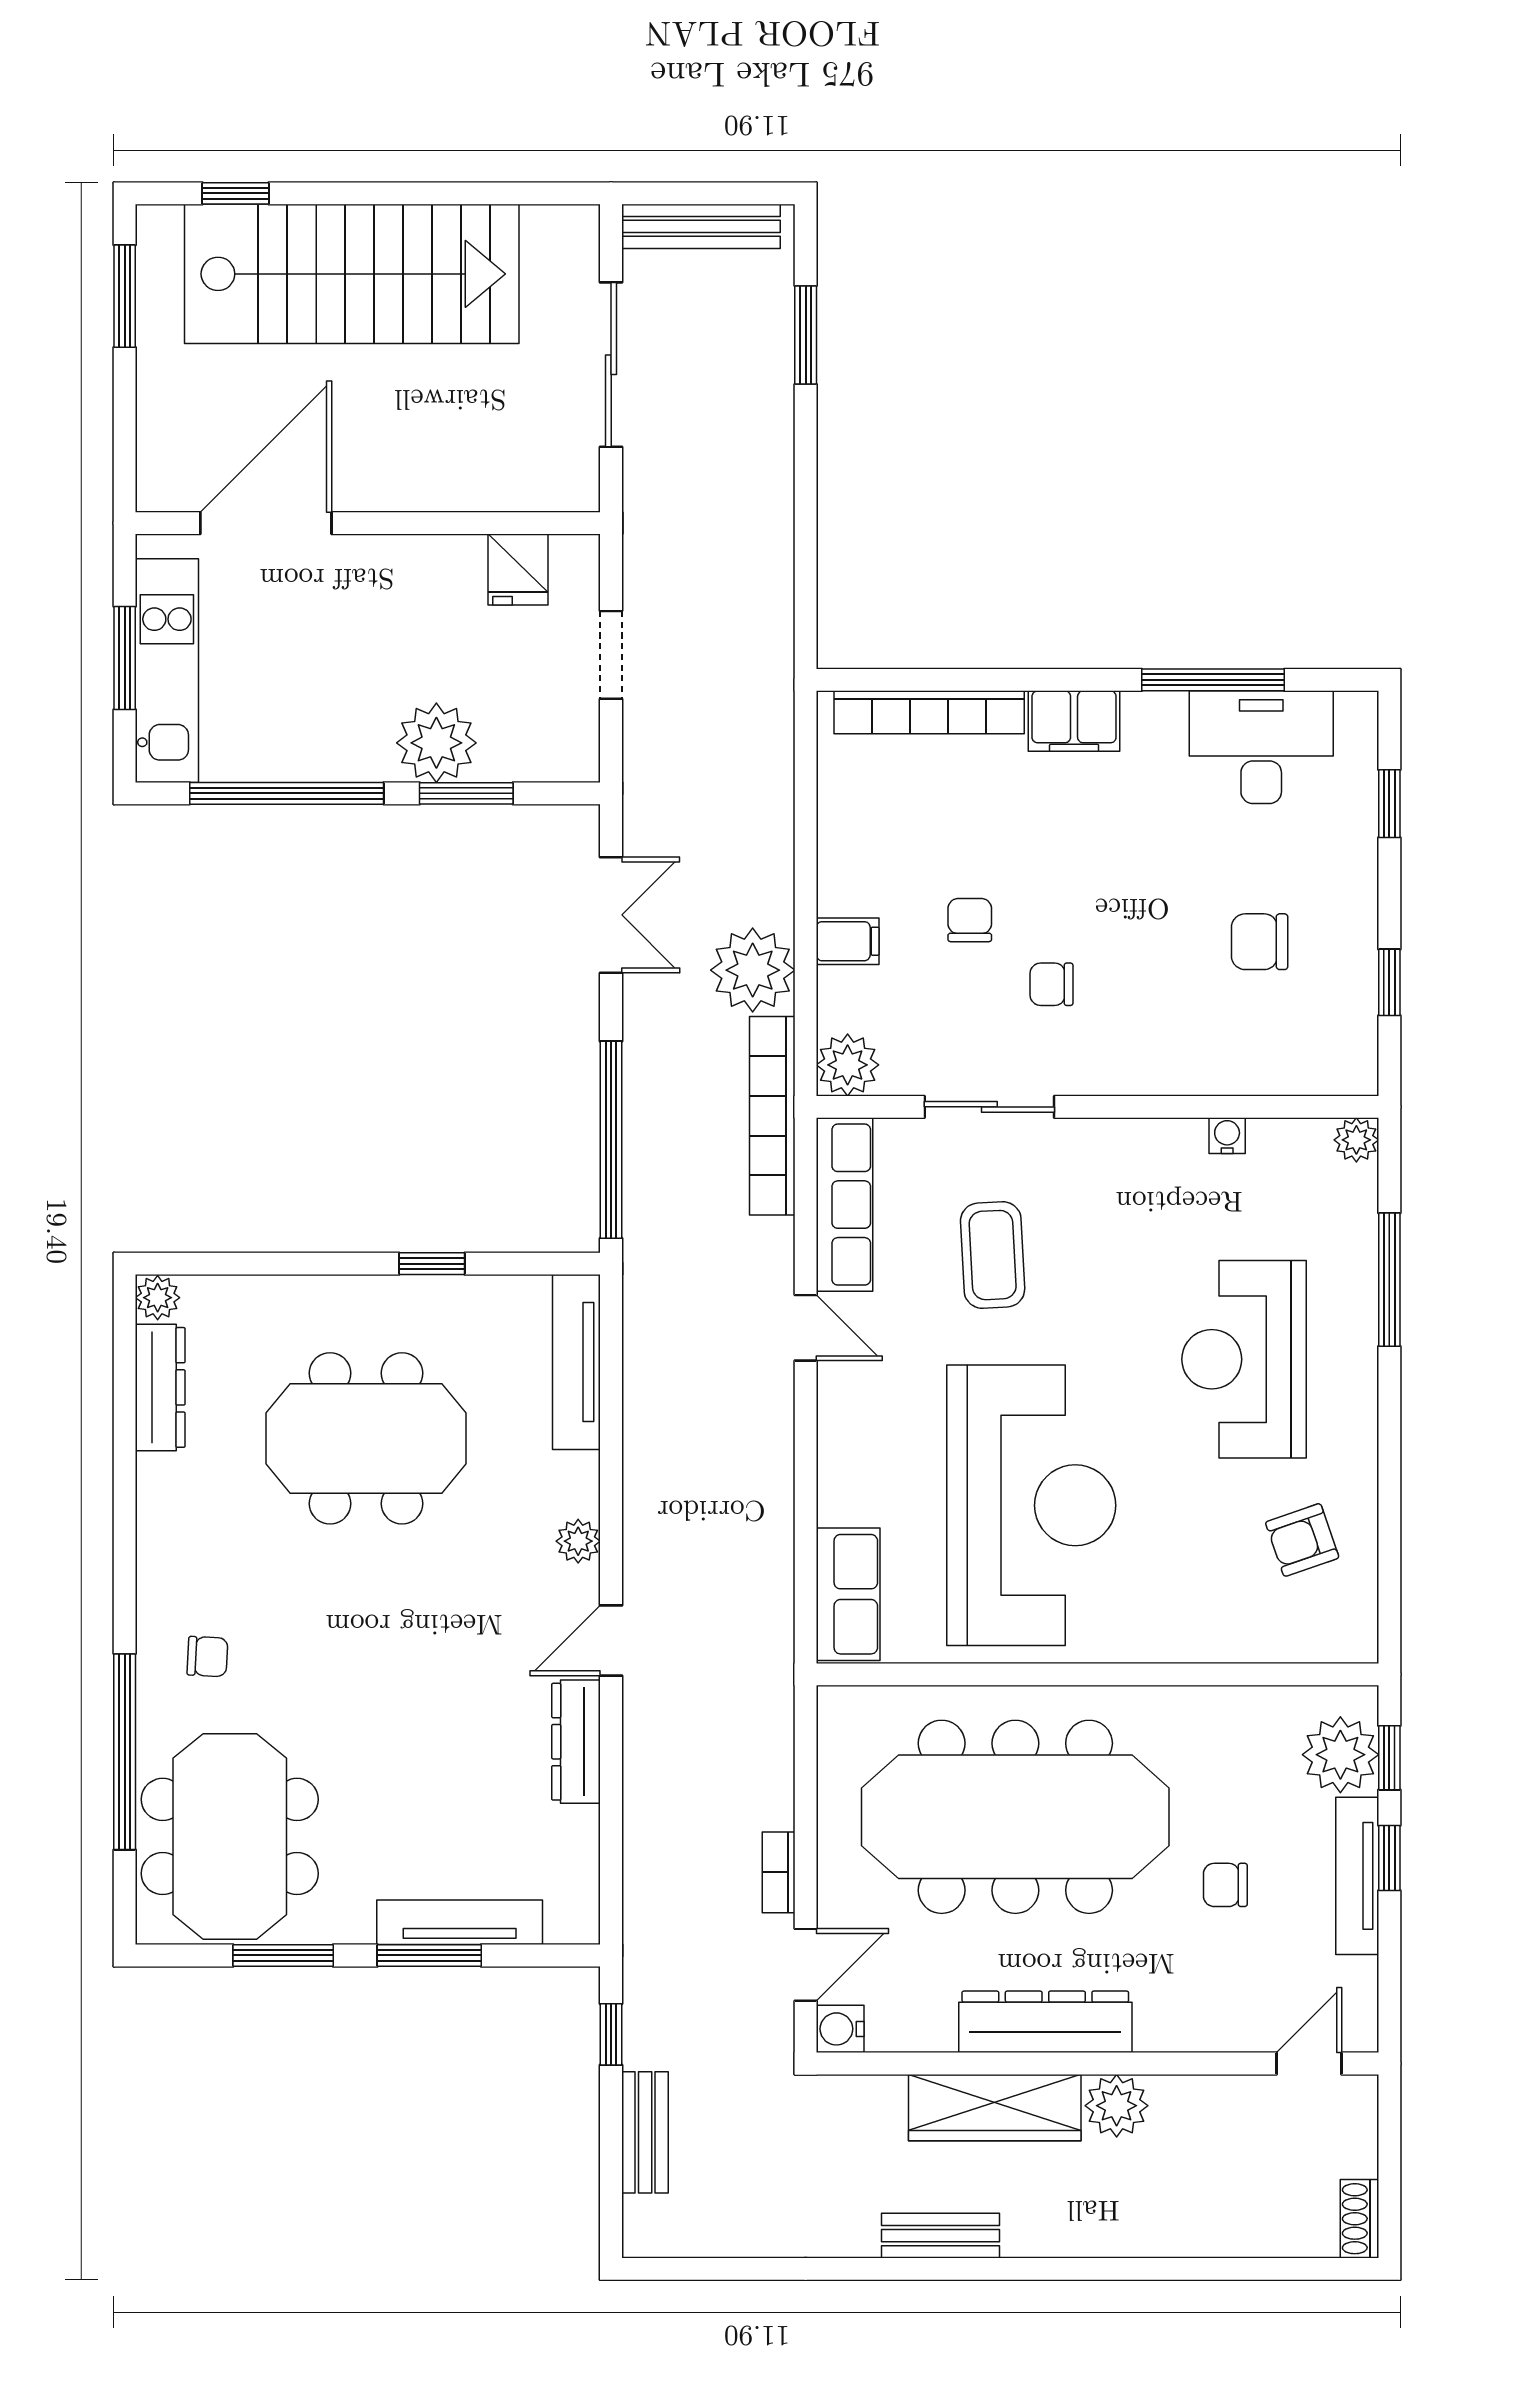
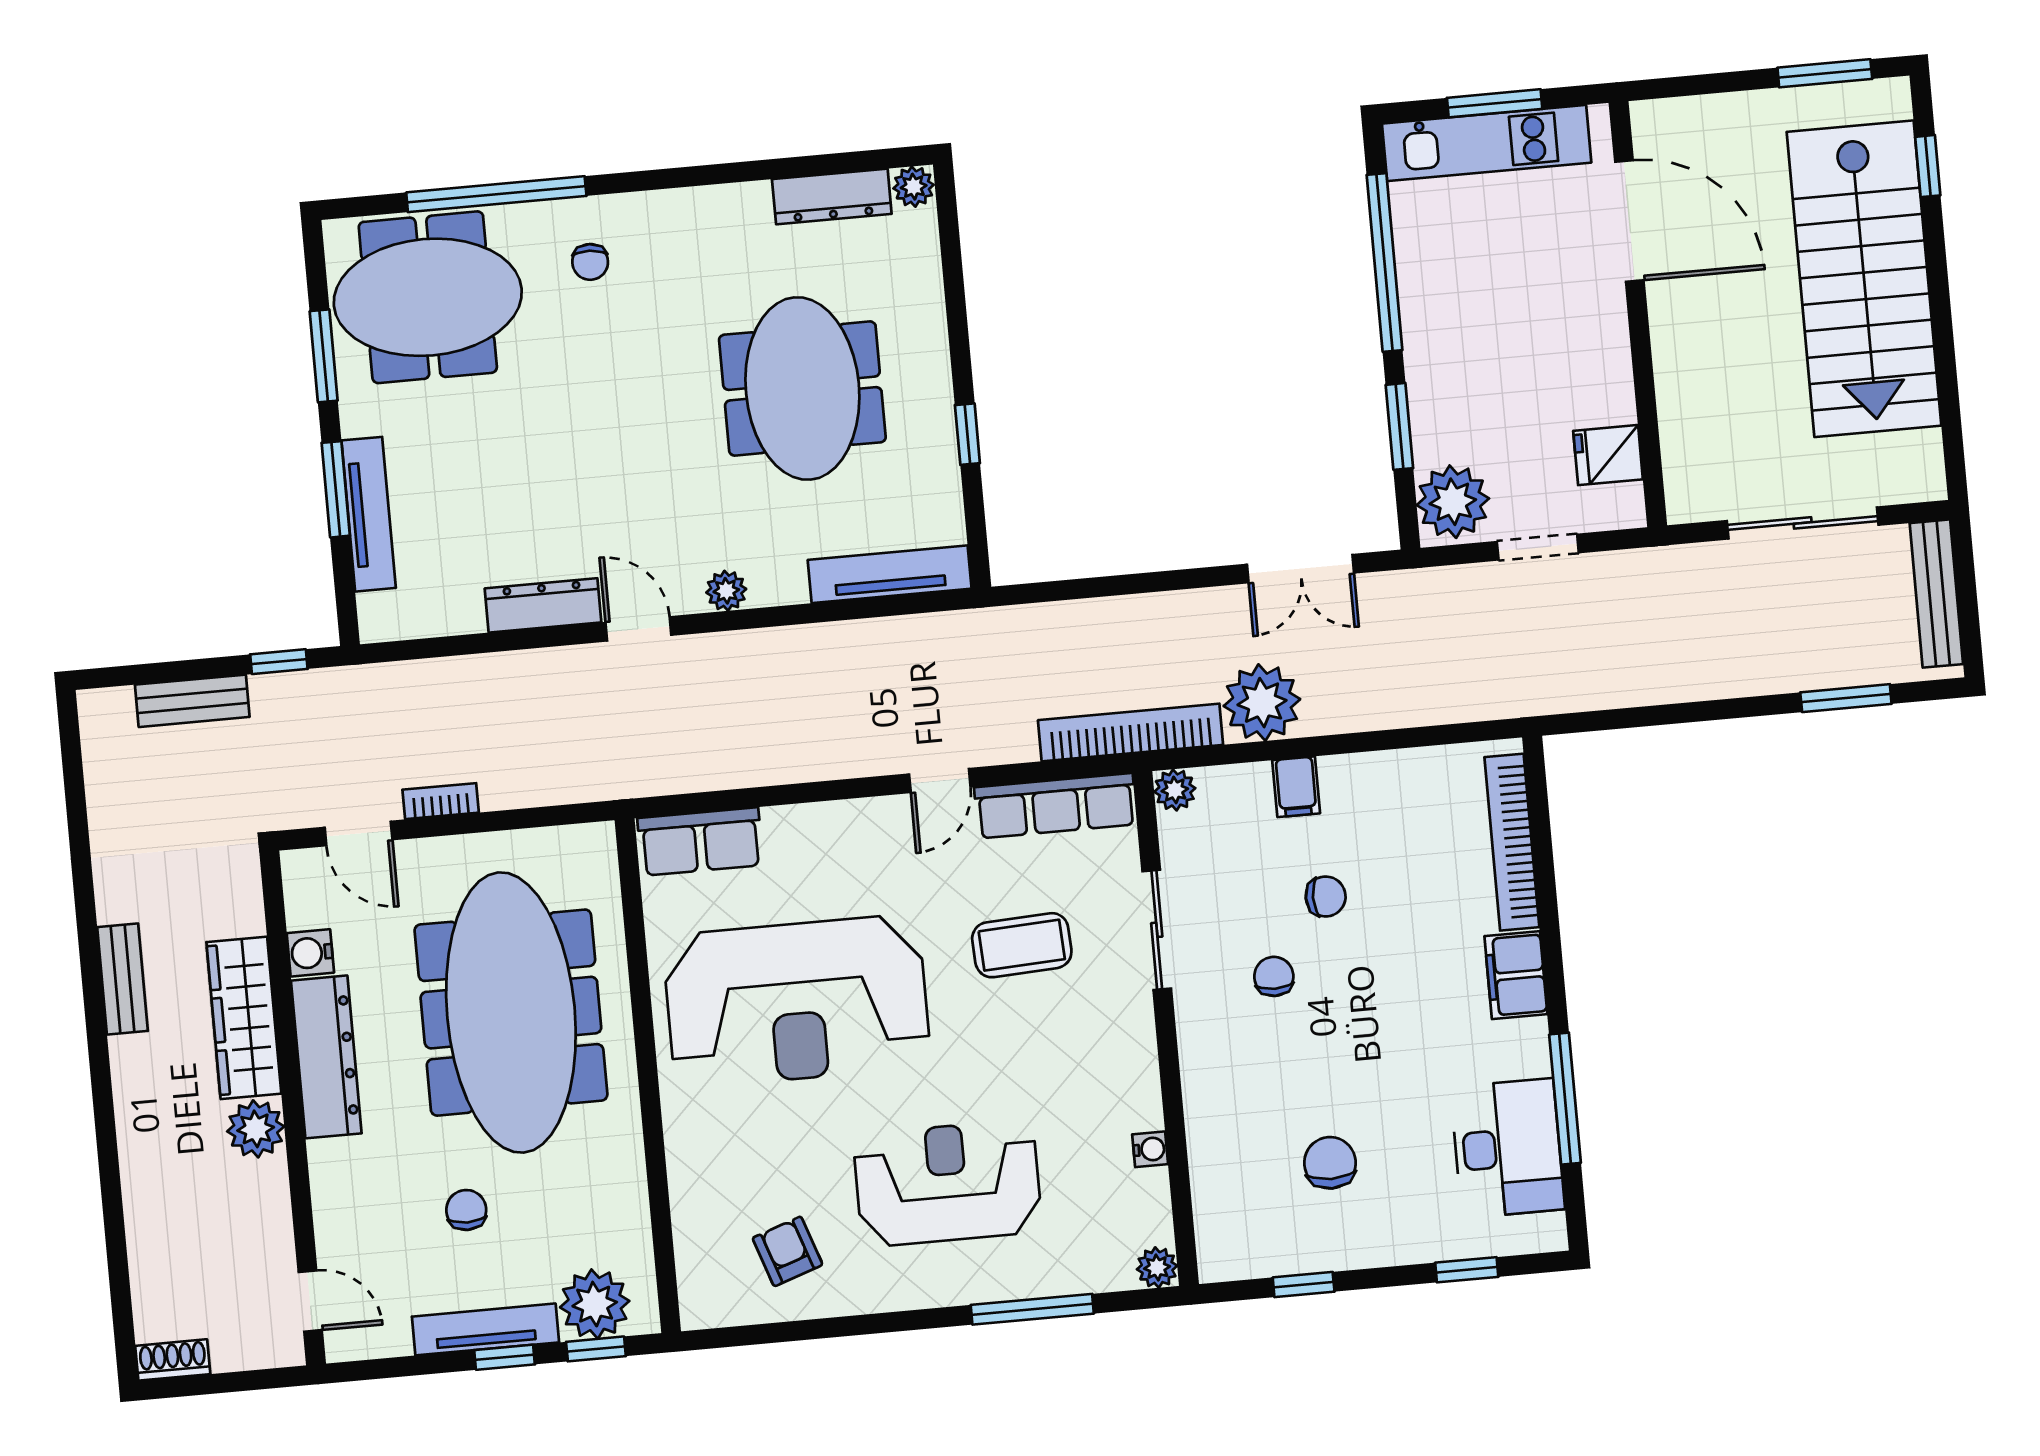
plant: (436, 743) -> (1453, 502), moved
plant: (848, 1065) -> (1175, 790), width x0.73, depth x0.73
window: (611, 1140) -> (1095, 587), removed
water cooler: (840, 2029) -> (310, 953), moved, turned -90

